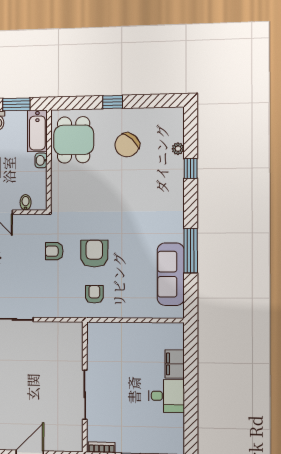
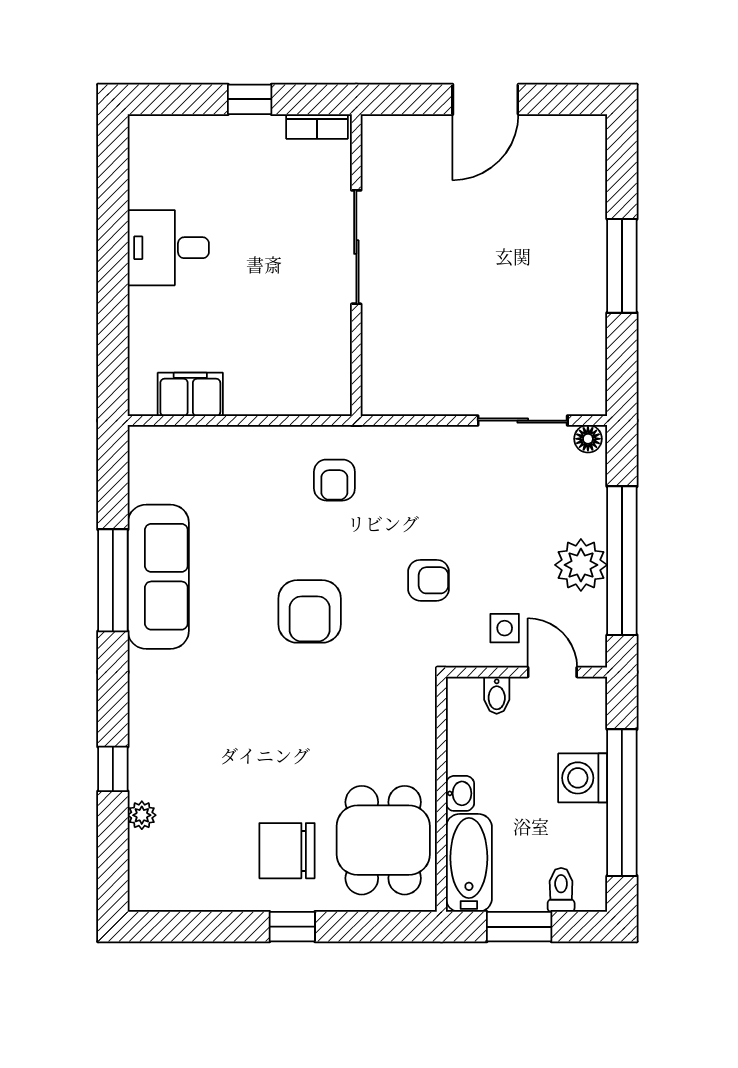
chair: (127, 145) -> (287, 851), moved, turned -133
side table: (22, 231) -> (505, 628), added
armchair: (94, 254) -> (310, 611), moved
sofa: (171, 274) -> (158, 577), moved
filing cabinet: (175, 364) -> (190, 394), moved, turned -90

